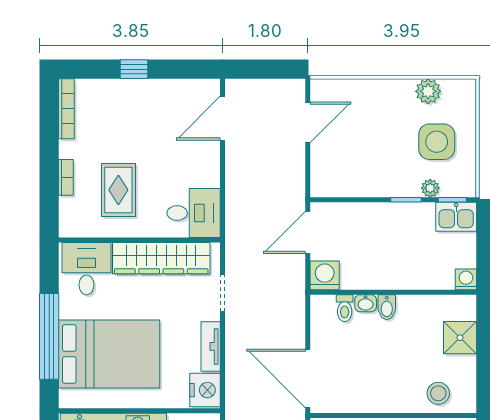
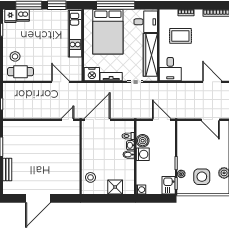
washing machine: (325, 275) -> (143, 154), moved
boiler: (355, 276) -> (143, 141), added

